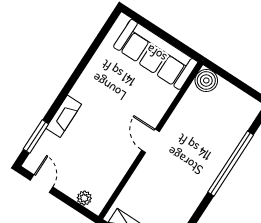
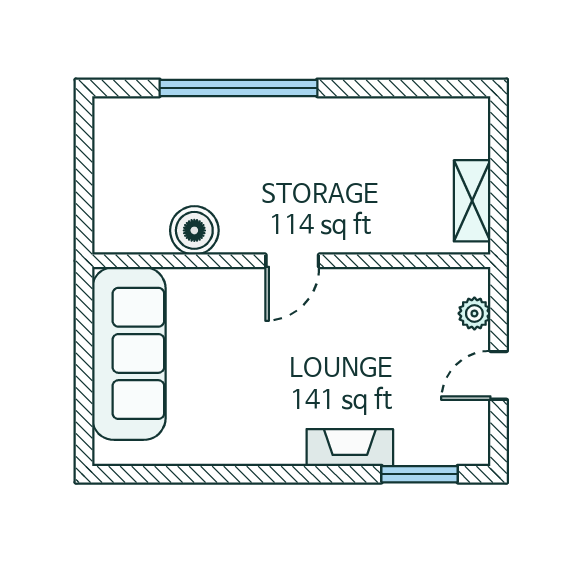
boiler: (206, 80) -> (194, 230), moved
door: (42, 184) -> (499, 375), moved

